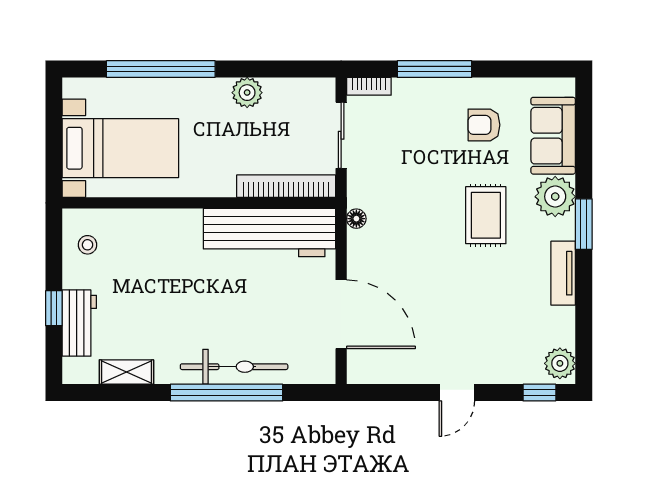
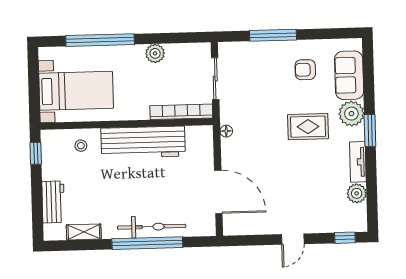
bookcase: (369, 86) -> (232, 47), removed
rug: (486, 215) -> (308, 127), turned 90
workbench: (269, 233) -> (143, 142), moved
stool: (87, 245) -> (81, 146), moved
window: (54, 308) -> (36, 153), moved
plant: (560, 363) -> (357, 193), moved

